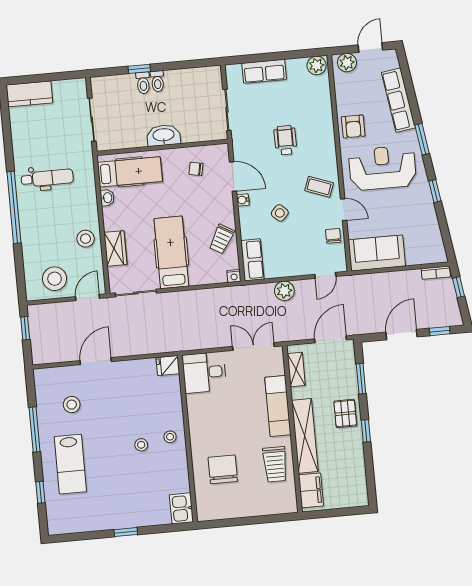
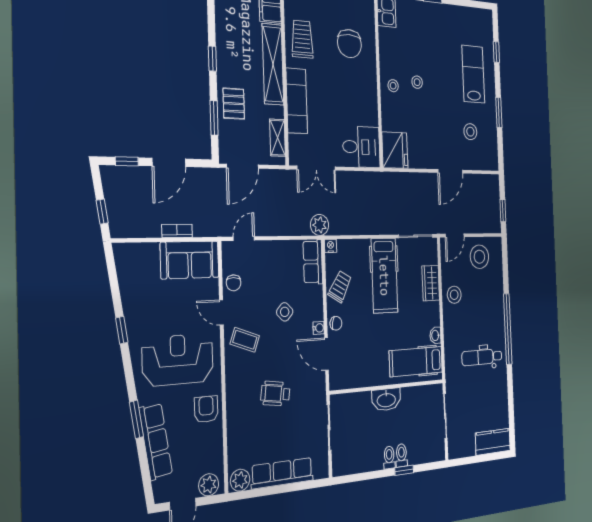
row of seats: (264, 71) -> (282, 473), width x1.48
window: (422, 139) -> (136, 419), moved
wheelchair: (285, 140) -> (275, 394), turned 98
reception desk: (382, 168) -> (178, 360), turned 180
chair: (196, 169) -> (336, 323), moved
bookcase: (436, 273) -> (177, 231), moved
plant: (284, 291) -> (320, 225), moved
fridge: (168, 366) -> (395, 150), width x1.88, depth x1.34
pallet: (345, 413) -> (234, 104), moved
window: (35, 430) -> (499, 112), width x0.69

